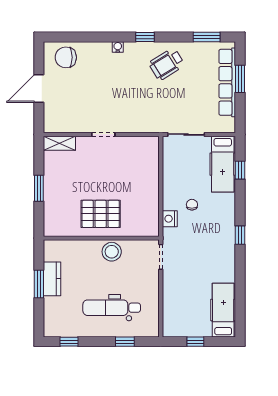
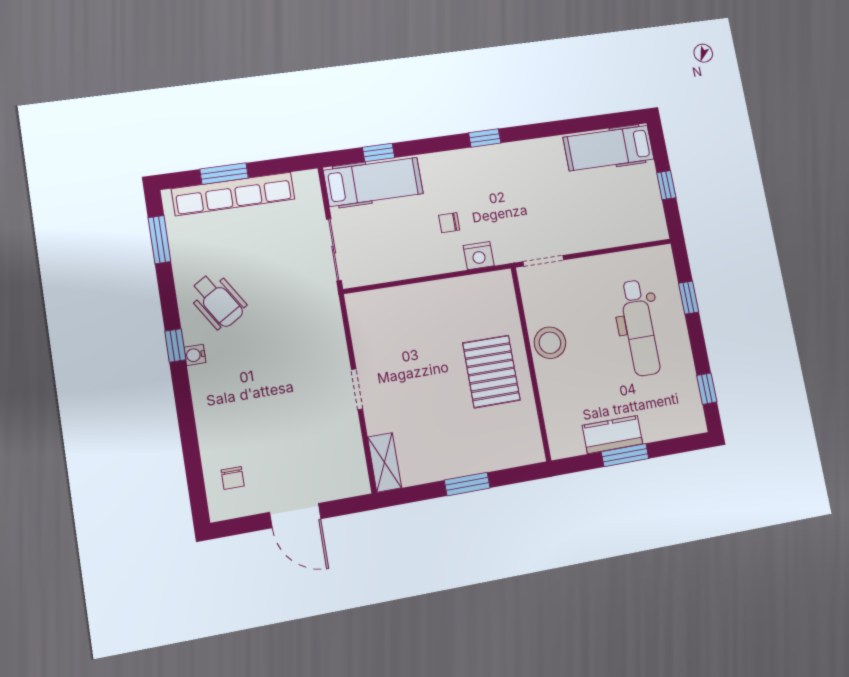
water cooler: (118, 47) -> (195, 355), moved
chair: (66, 57) -> (233, 478), width x0.54, depth x0.54

